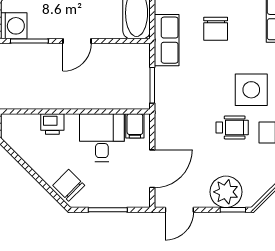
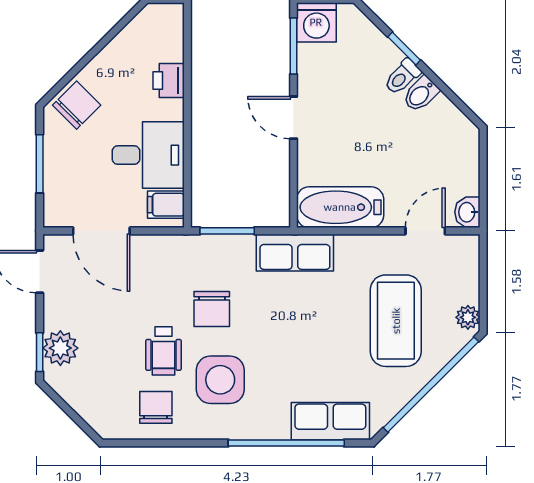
chair: (216, 29) -> (212, 309), moved, turned -90
plant: (226, 192) -> (60, 348), width x0.73, depth x0.73

